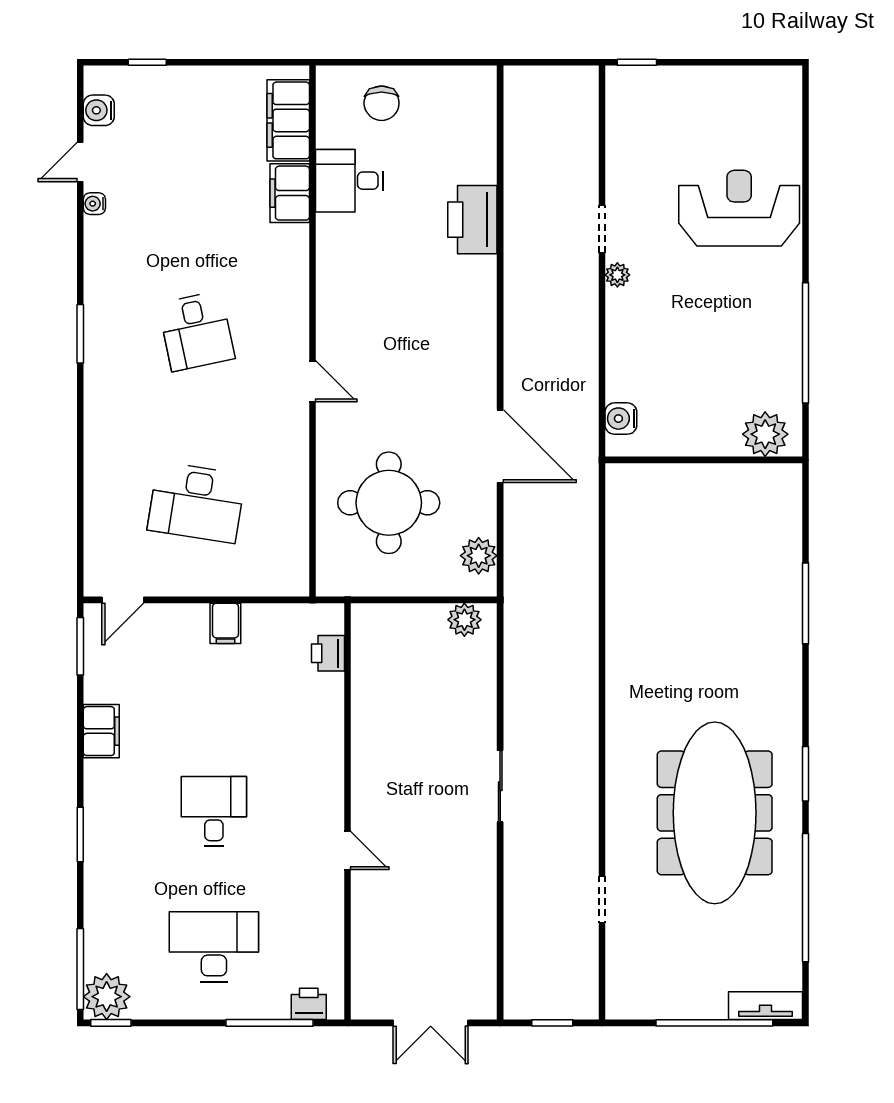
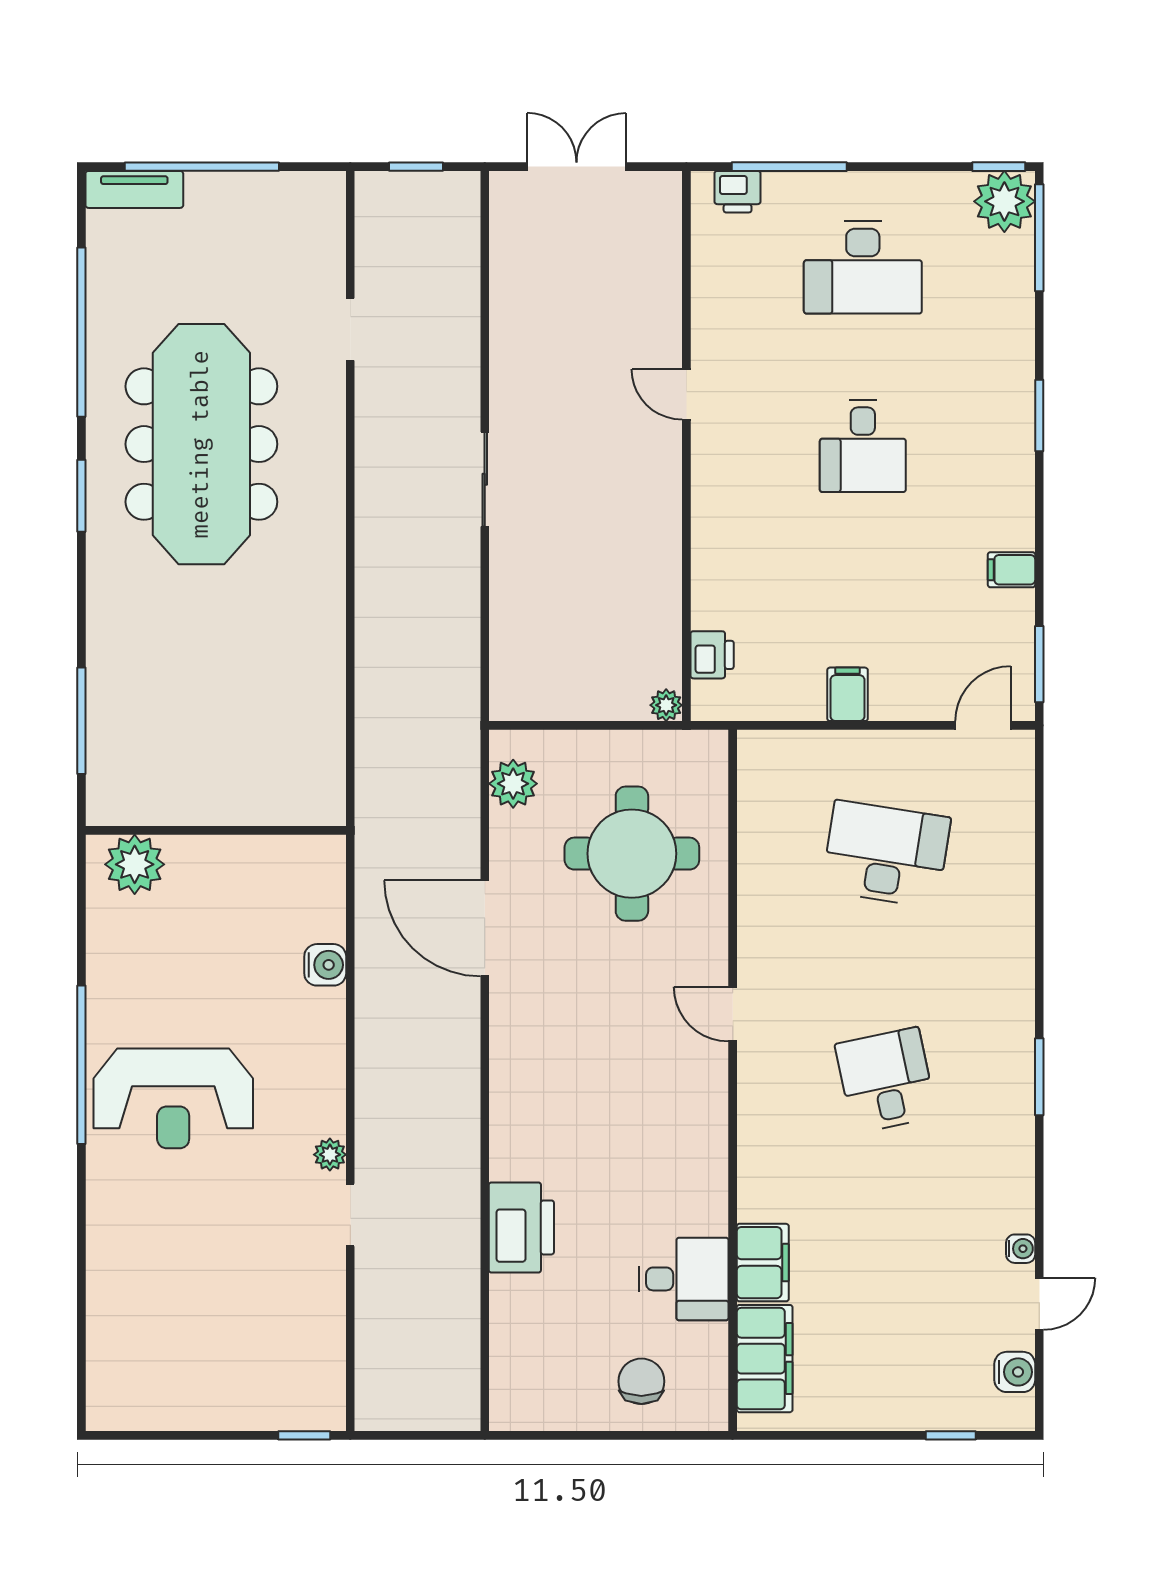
reception desk: (739, 208) -> (173, 1098), moved
plant: (765, 434) -> (135, 864), moved
wall: (704, 460) -> (216, 830), moved
plant: (464, 620) -> (666, 705), moved, width x0.73, depth x0.73
filing cabinet: (101, 731) -> (1011, 570), width x0.50

